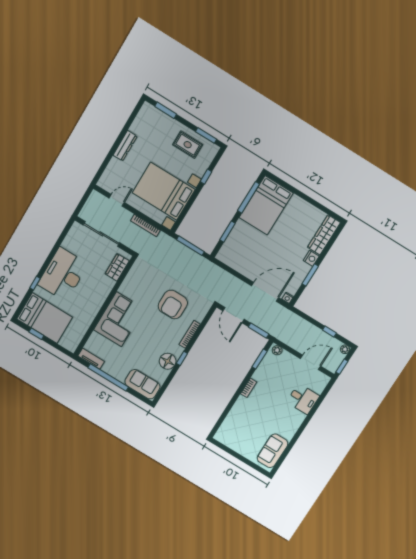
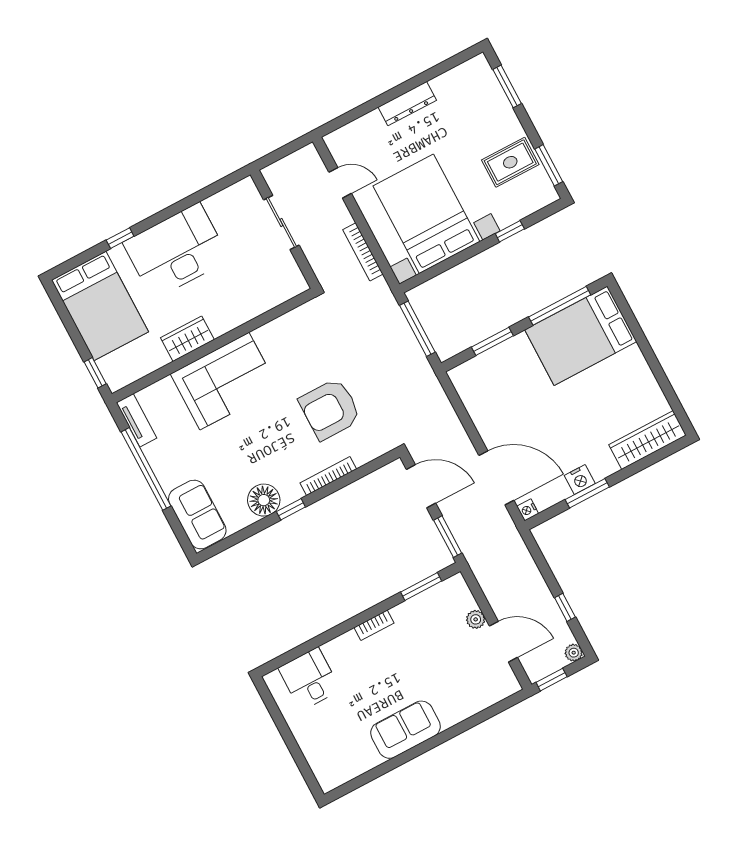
rug: (188, 145) -> (510, 162), turned 90
sliding door: (101, 234) -> (281, 222), width x0.73
nightstand: (311, 258) -> (580, 480), moved
wardrobe: (117, 267) -> (187, 339), moved
door: (234, 315) -> (421, 486), swing flipped
window: (36, 334) -> (95, 373), moved
plant: (277, 350) -> (476, 619), moved
desk: (303, 399) -> (309, 679), moved, turned 180
sofa: (272, 451) -> (406, 730), moved

